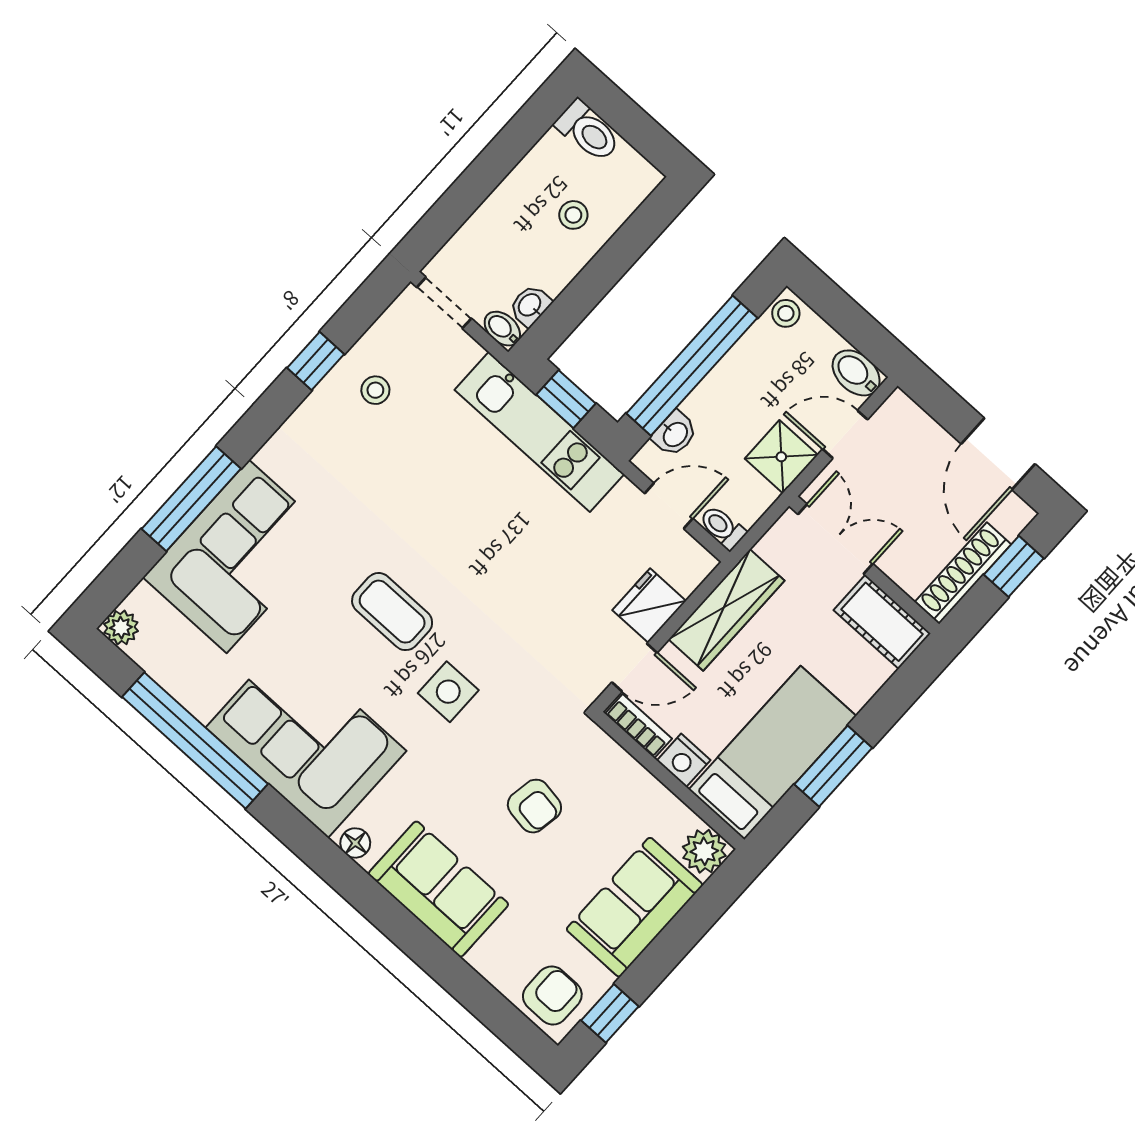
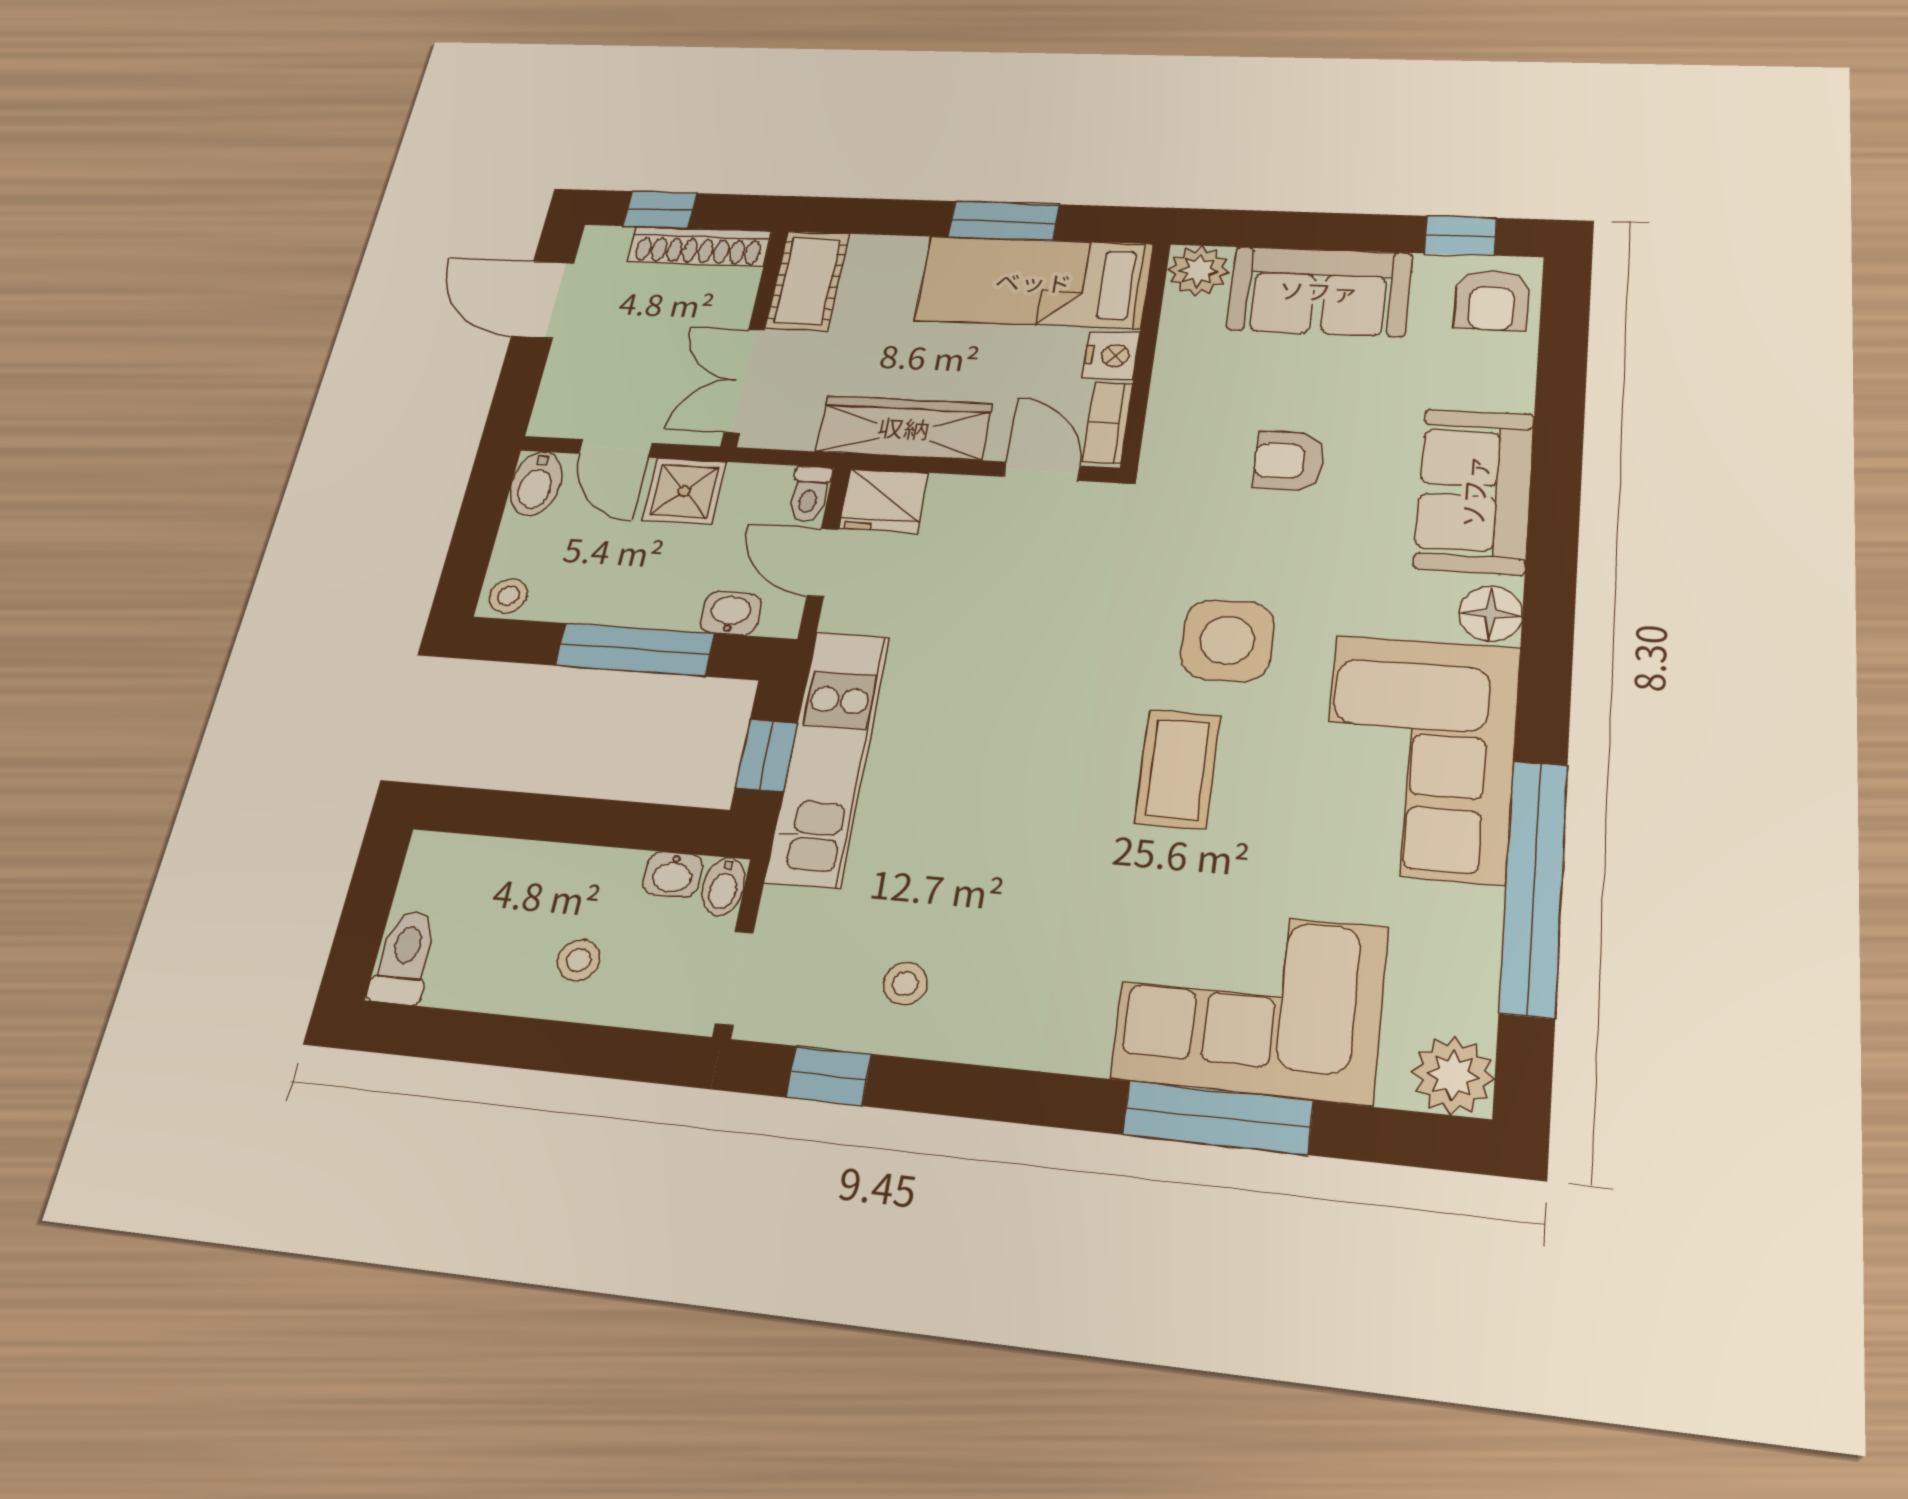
stool: (573, 215) -> (579, 960), moved
window: (316, 361) -> (829, 1076), moved
window: (692, 366) -> (635, 650), width x0.68
door: (998, 454) -> (543, 300), swing flipped
fridge: (649, 606) -> (884, 500), moved
plant: (121, 628) -> (1453, 1075), width x1.38, depth x1.38
side table: (448, 692) -> (1227, 640), width x1.37, depth x1.37
armchair: (534, 806) -> (1289, 461), turned -99
floor lamp: (355, 843) -> (1491, 614), width x1.37, depth x1.37
armchair: (552, 995) -> (1492, 300), turned -90

